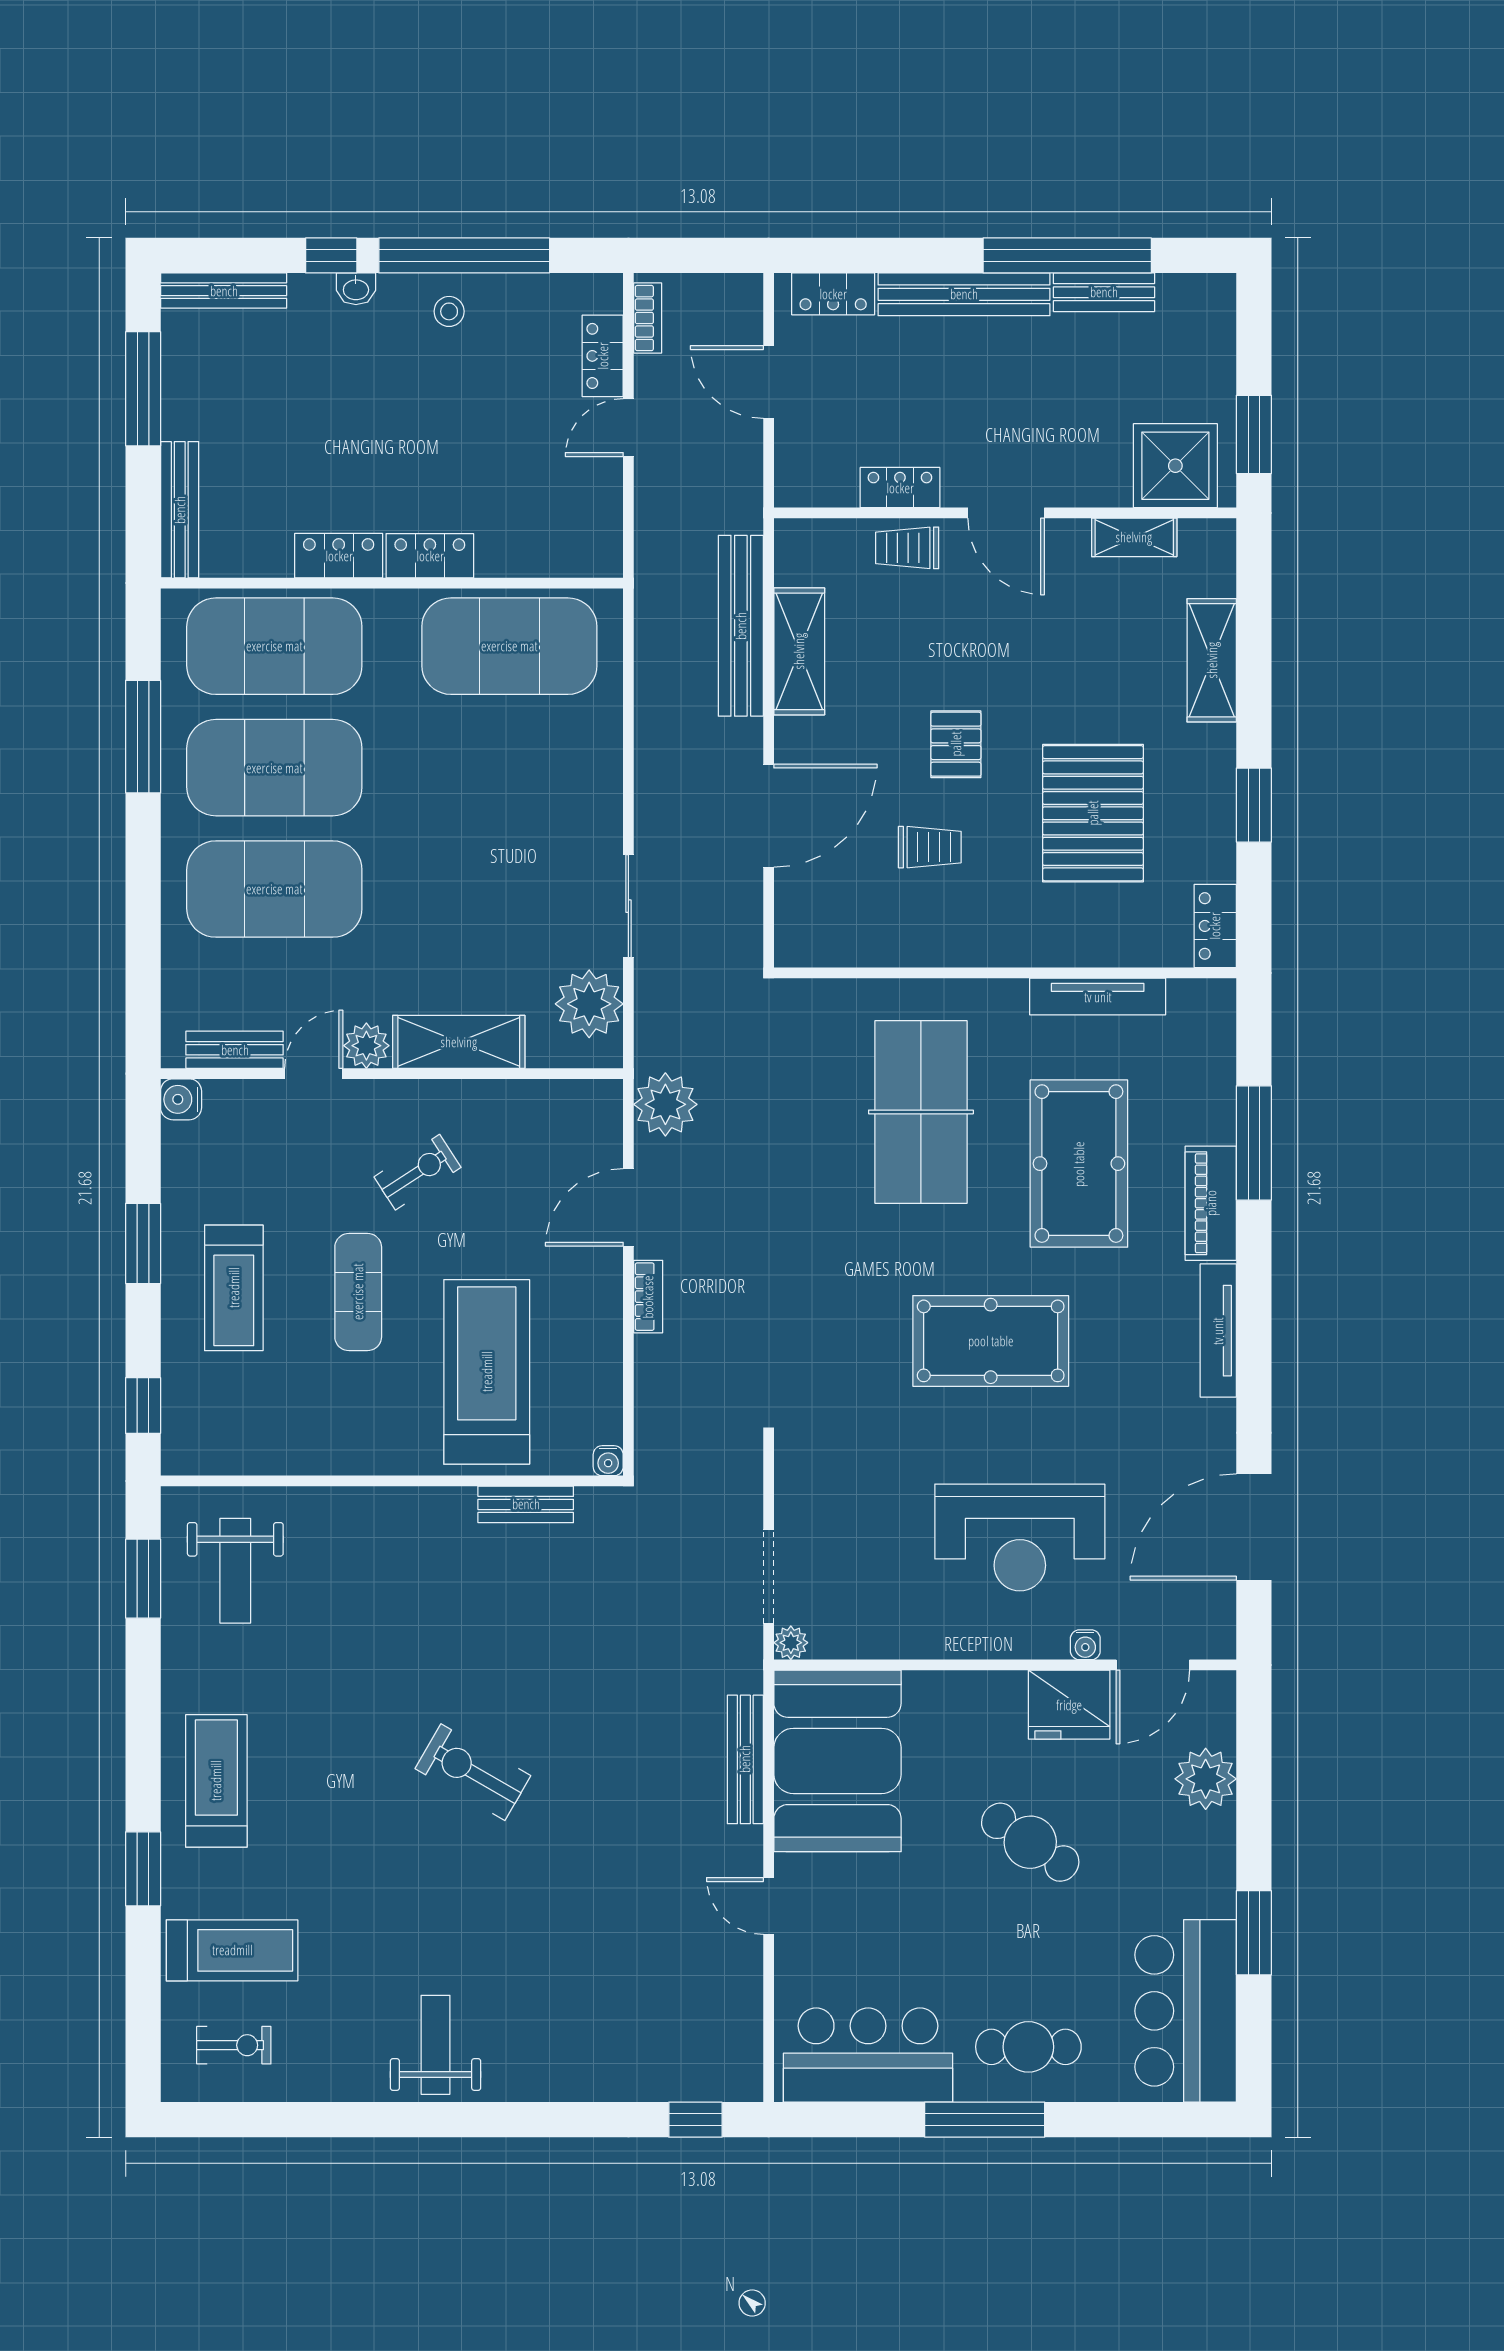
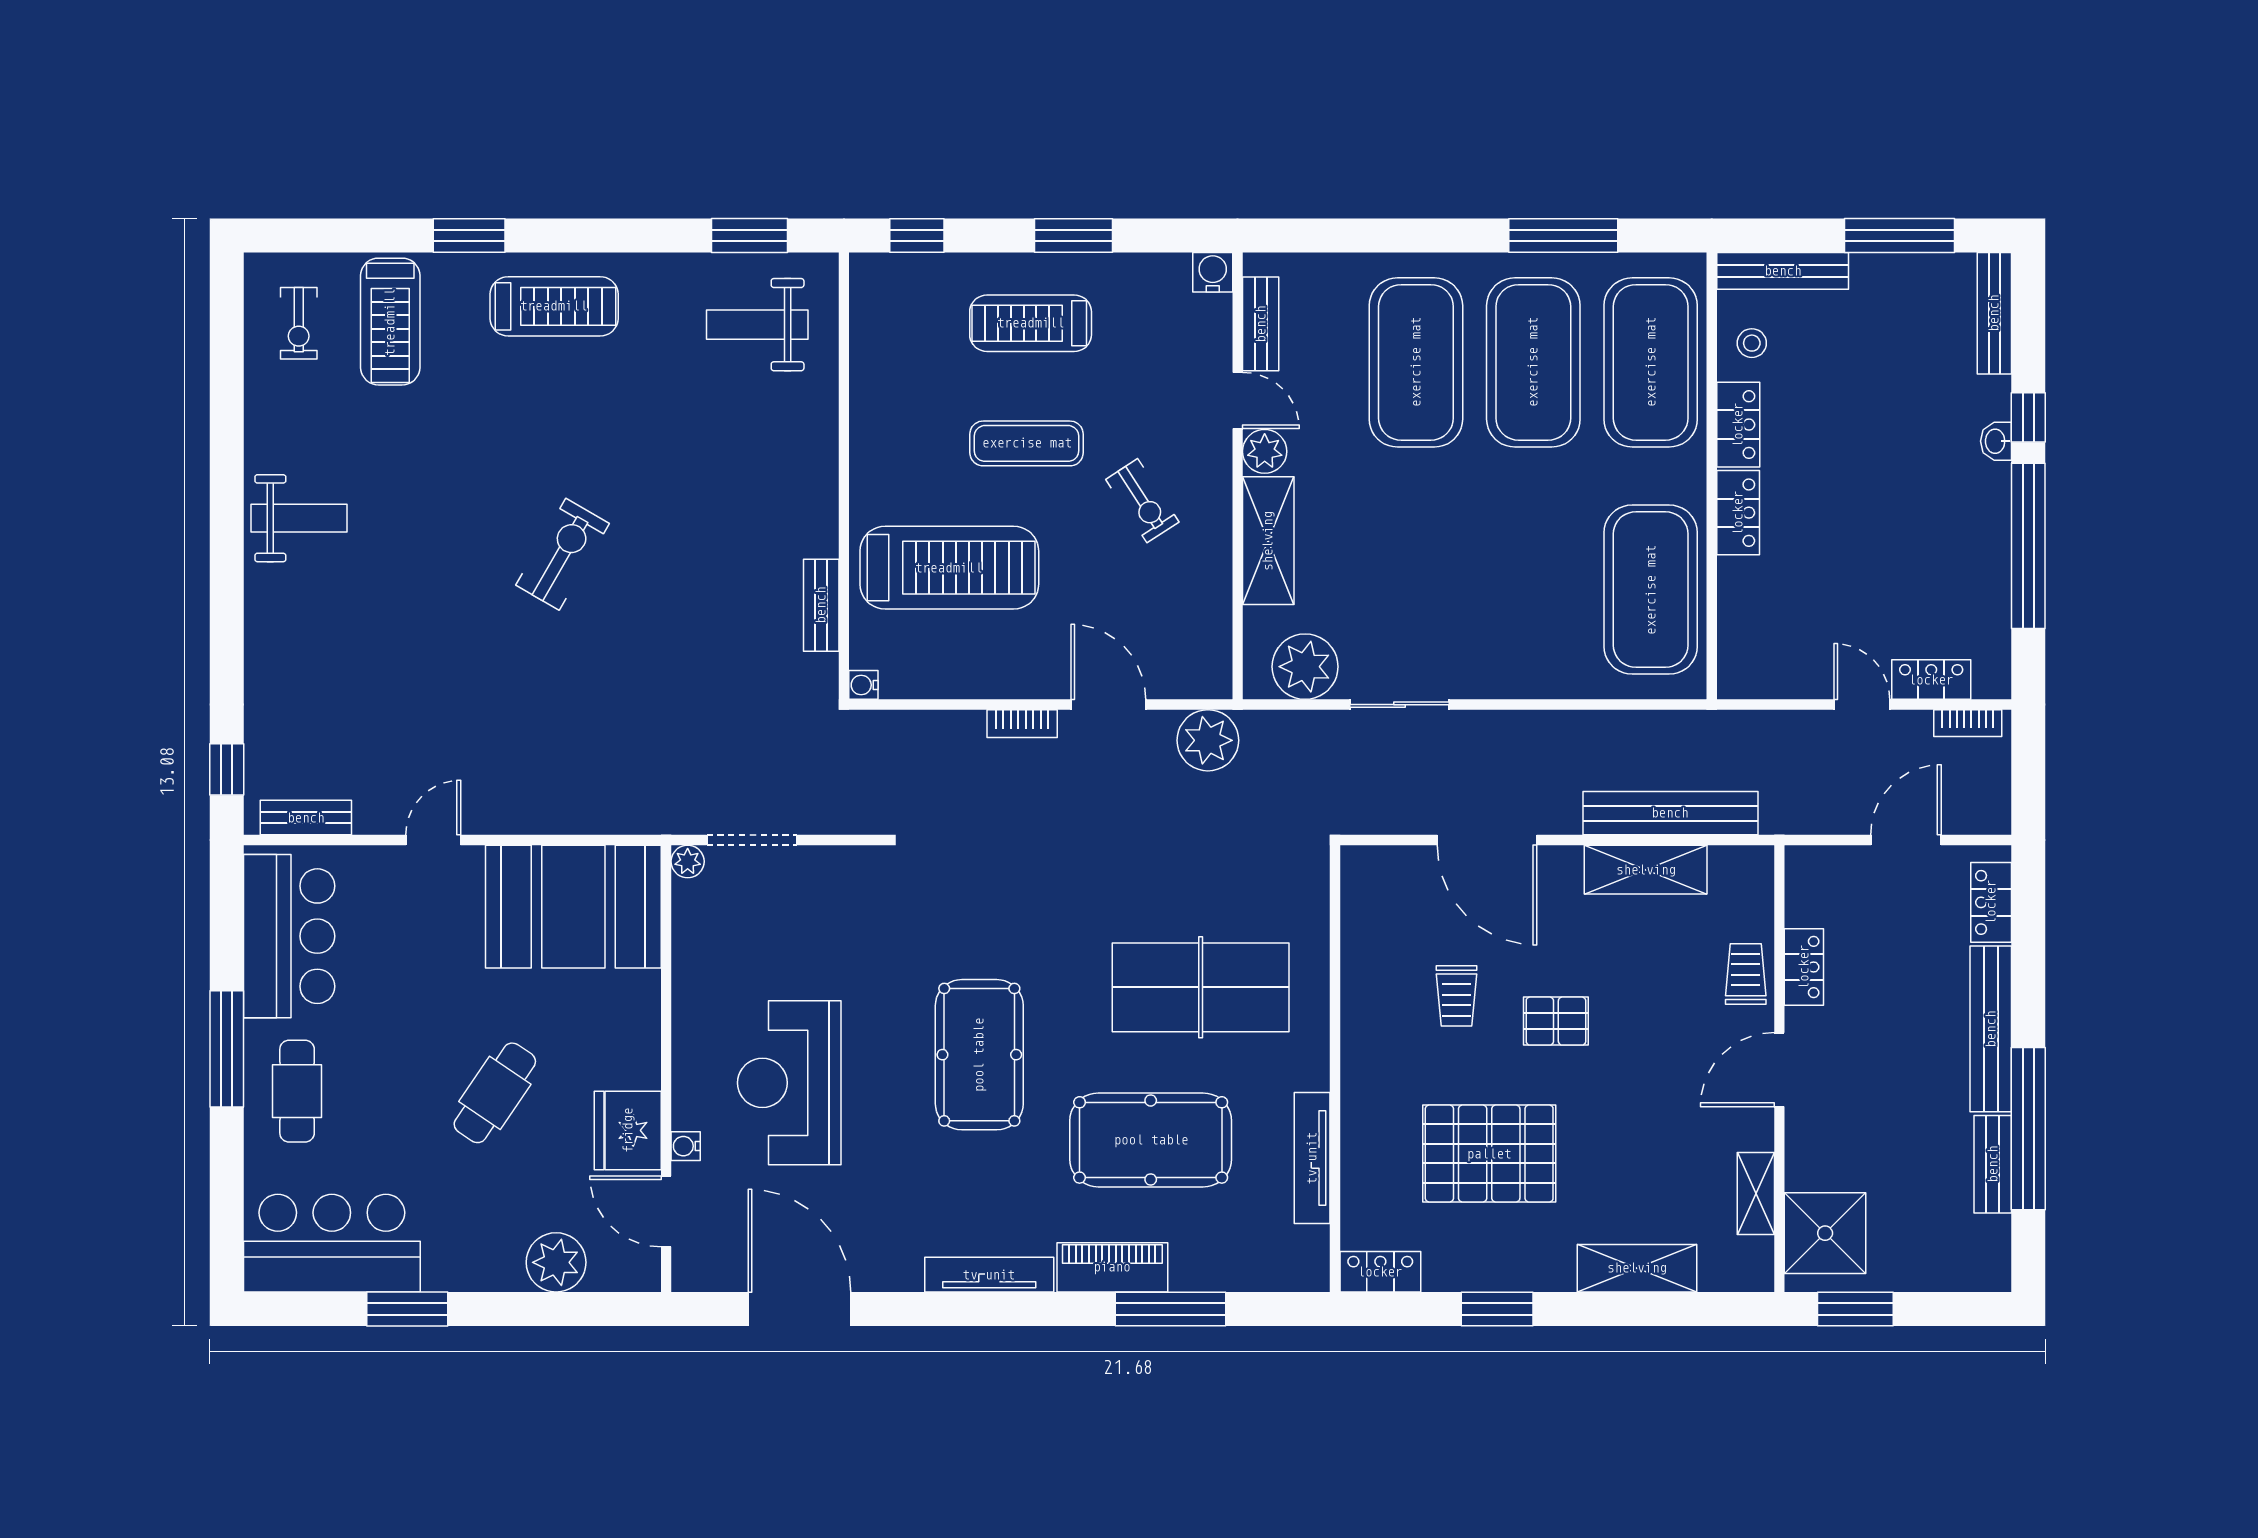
stool: (449, 311) -> (1752, 343), moved
bench: (745, 1759) -> (306, 818), moved, width x0.73

